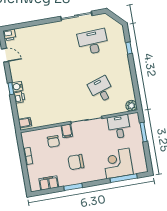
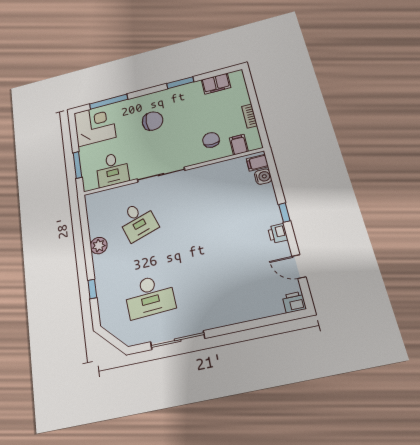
water cooler: (17, 87) -> (263, 177), moved
printer: (19, 97) -> (278, 233), moved
plant: (131, 106) -> (99, 246), moved
filing cabinet: (67, 131) -> (239, 145), moved
chair: (76, 162) -> (153, 121), moved
corner desk: (118, 163) -> (95, 125), moved, turned -90

